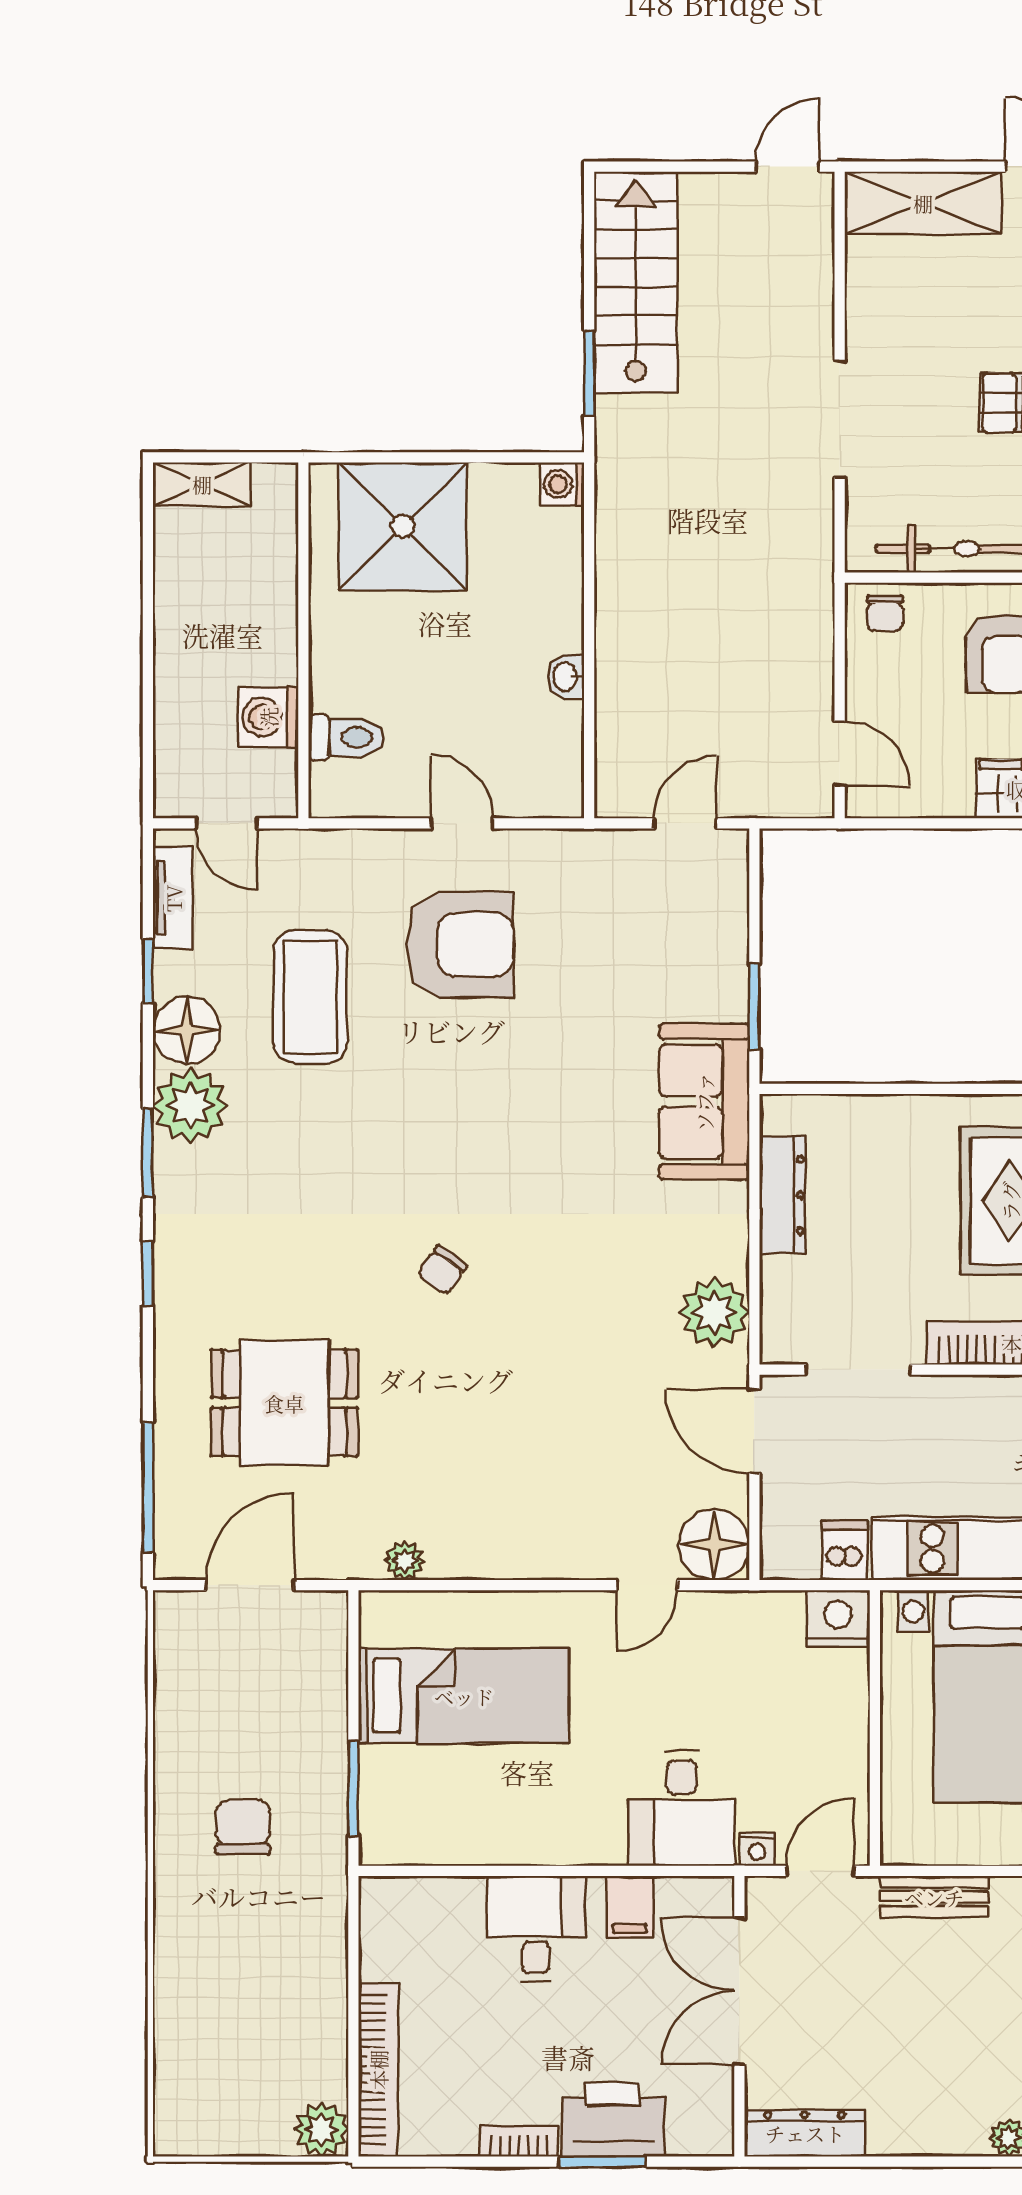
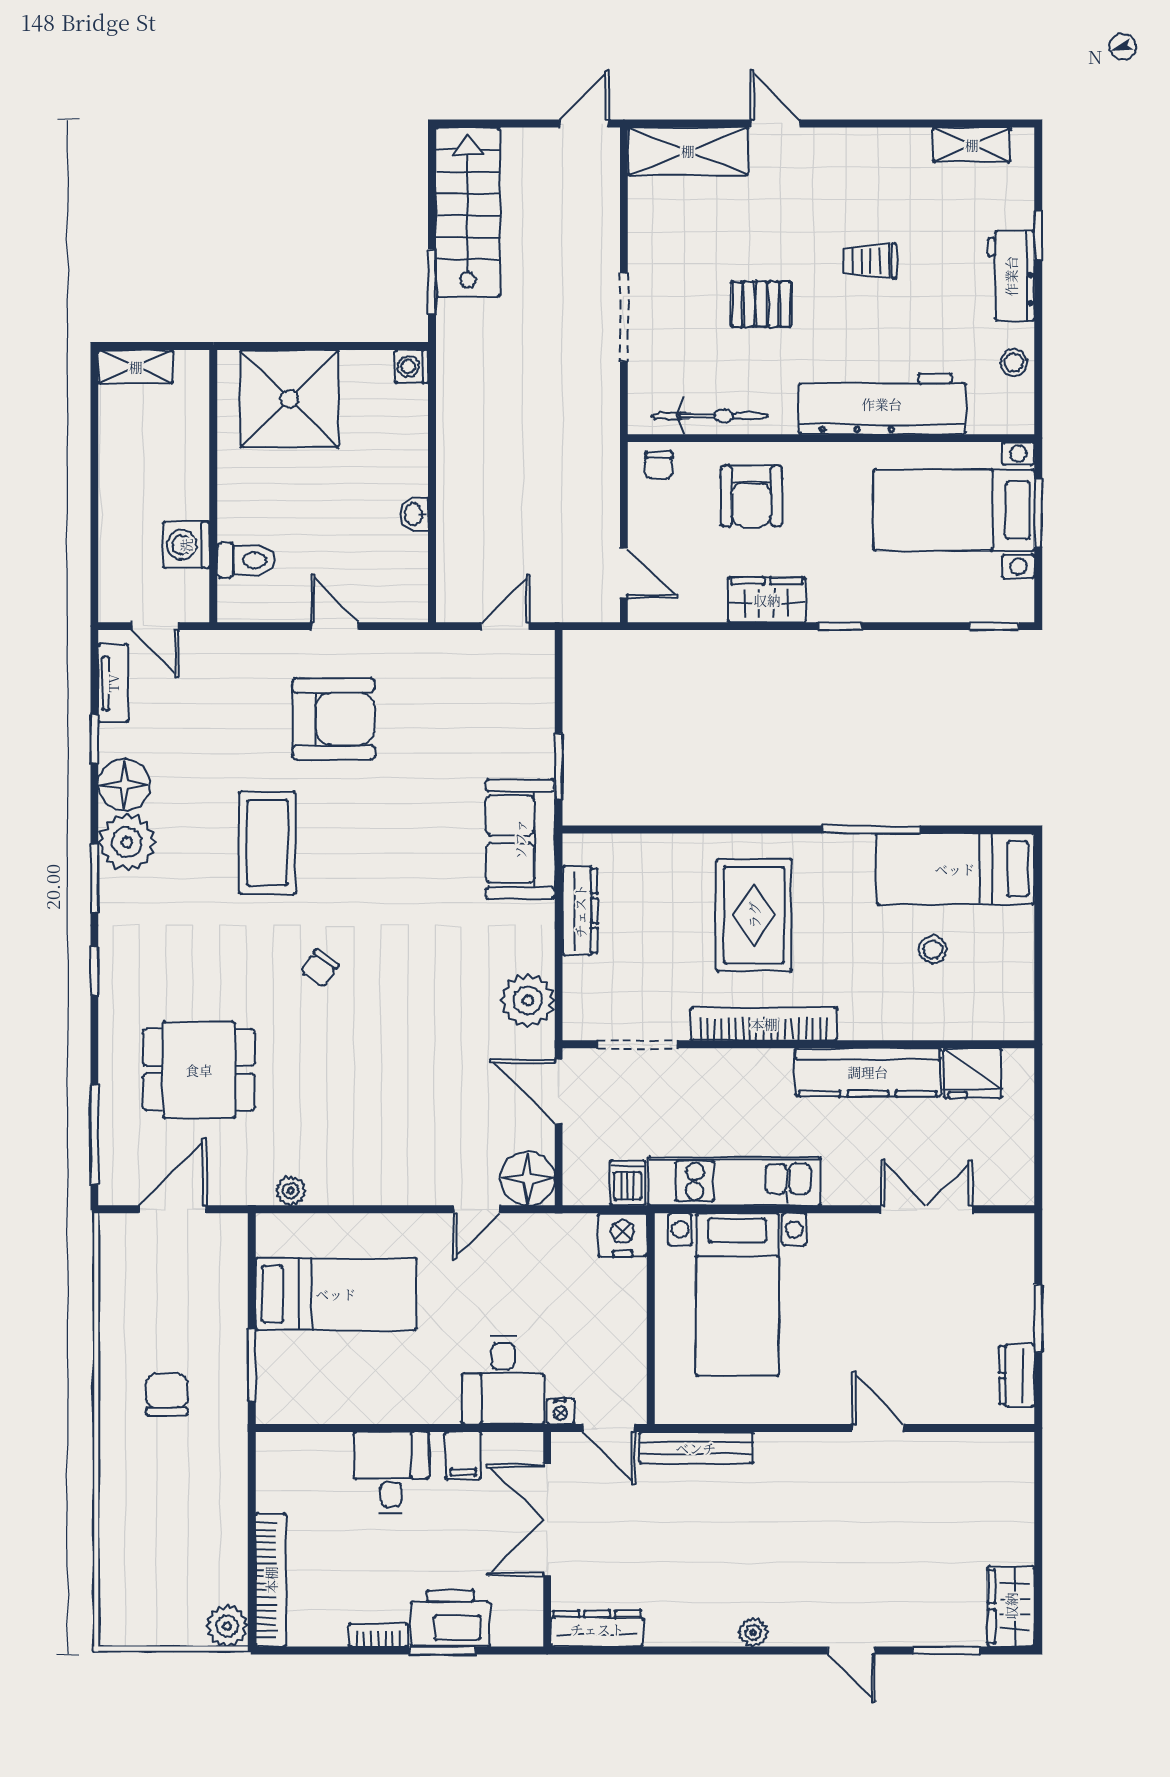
coffee table: (310, 997) -> (267, 843), moved
door: (820, 1871) -> (609, 1428), swing flipped
bench: (934, 1897) -> (696, 1448), width x1.36

